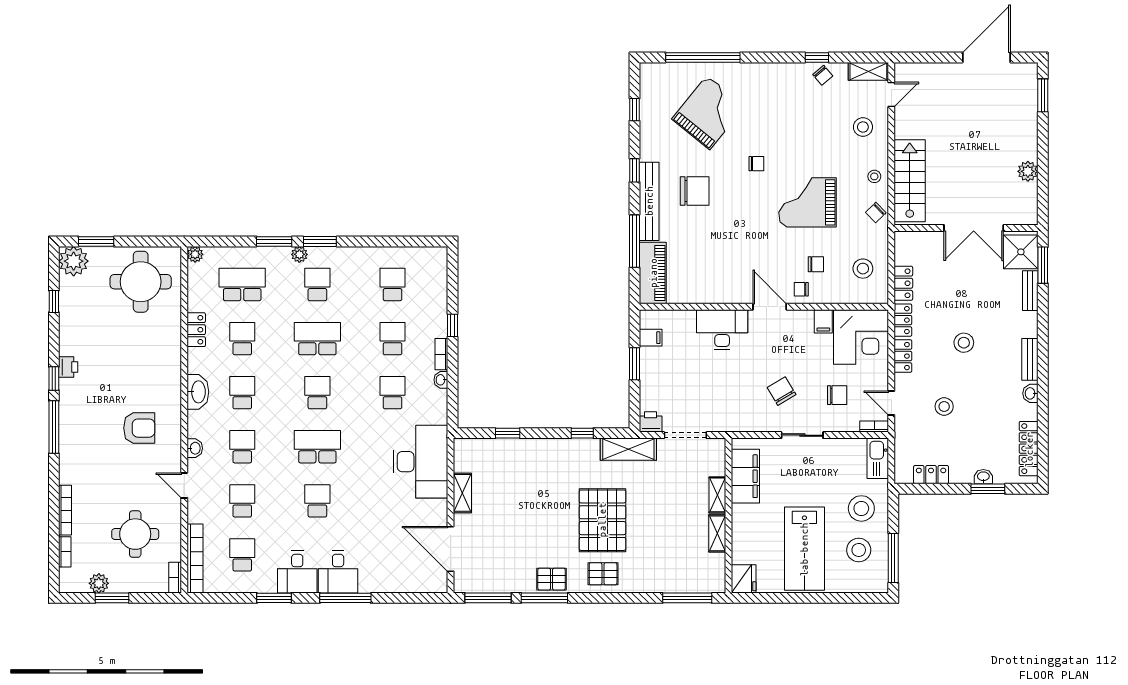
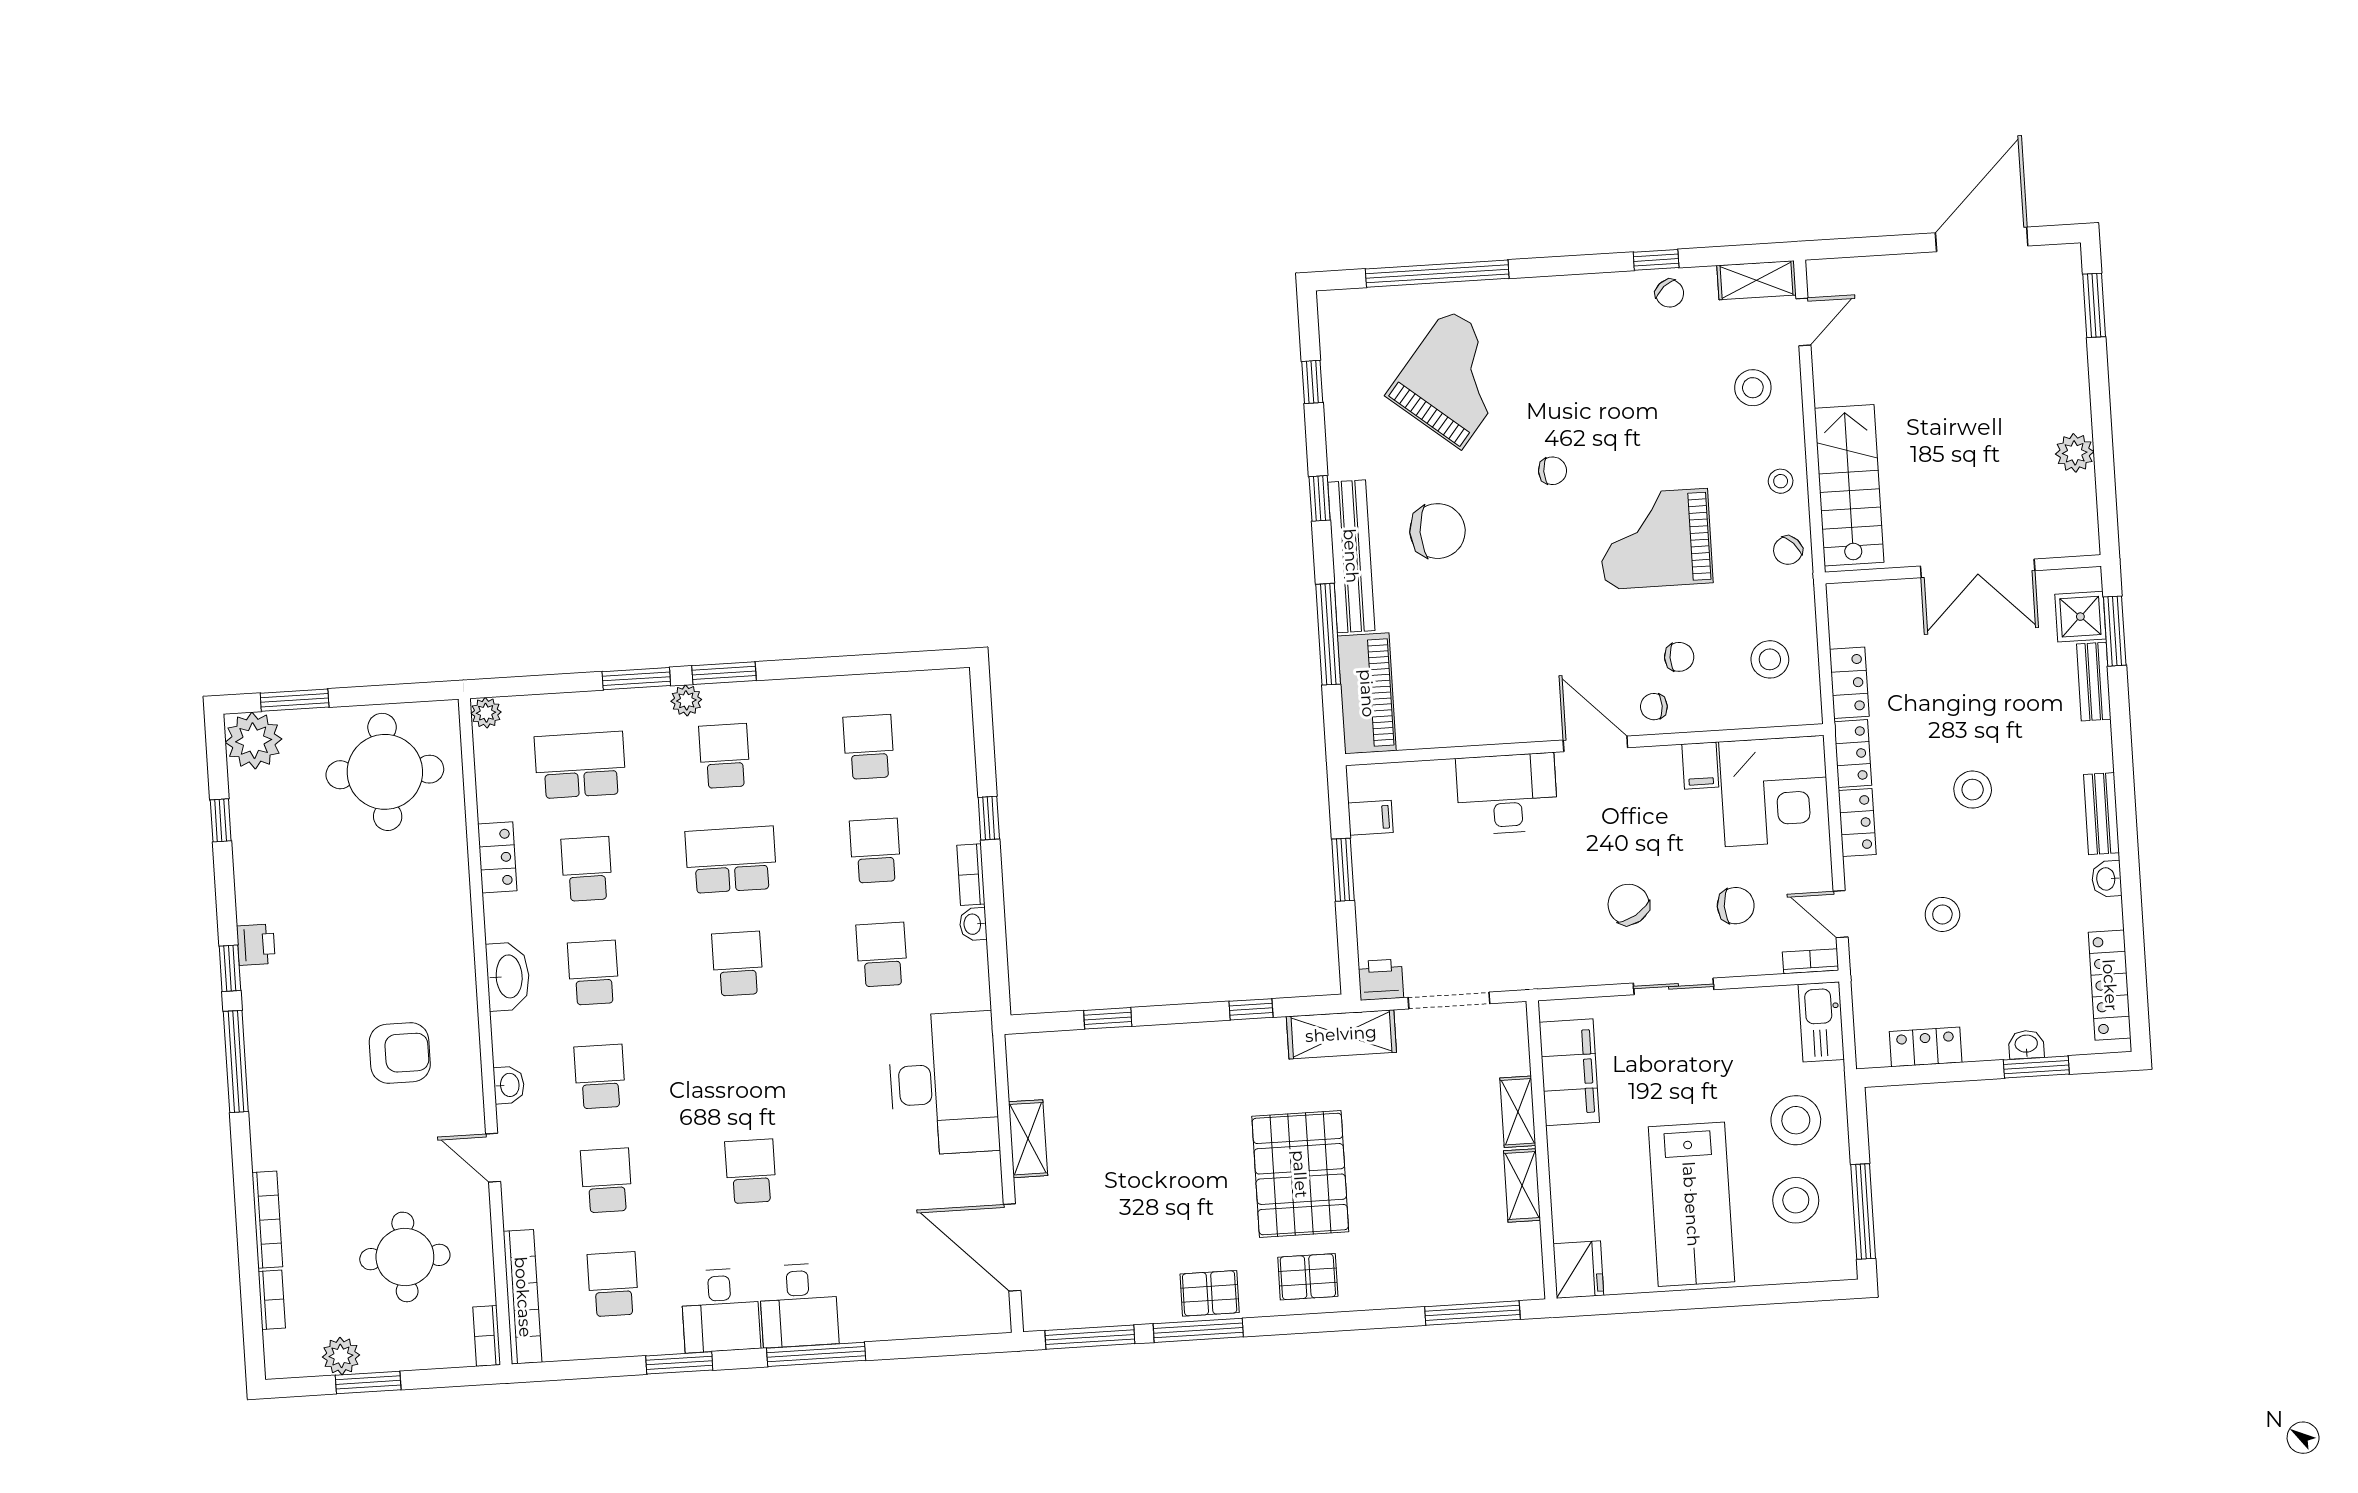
shower: (1021, 252) -> (2080, 617), width x0.73, depth x0.73
school desk: (317, 447) -> (744, 1067), removed

